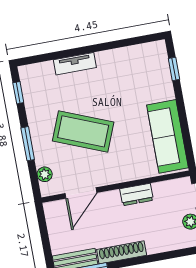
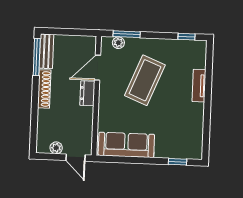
window: (28, 144) -> (127, 34), moved
door: (81, 193) -> (98, 68), hinge flipped
dresser: (137, 194) -> (87, 93), moved

